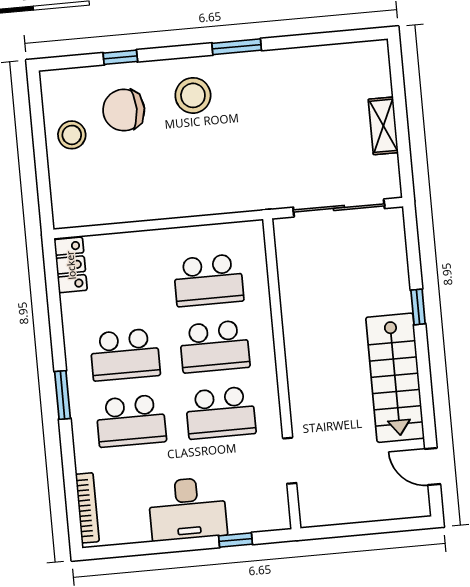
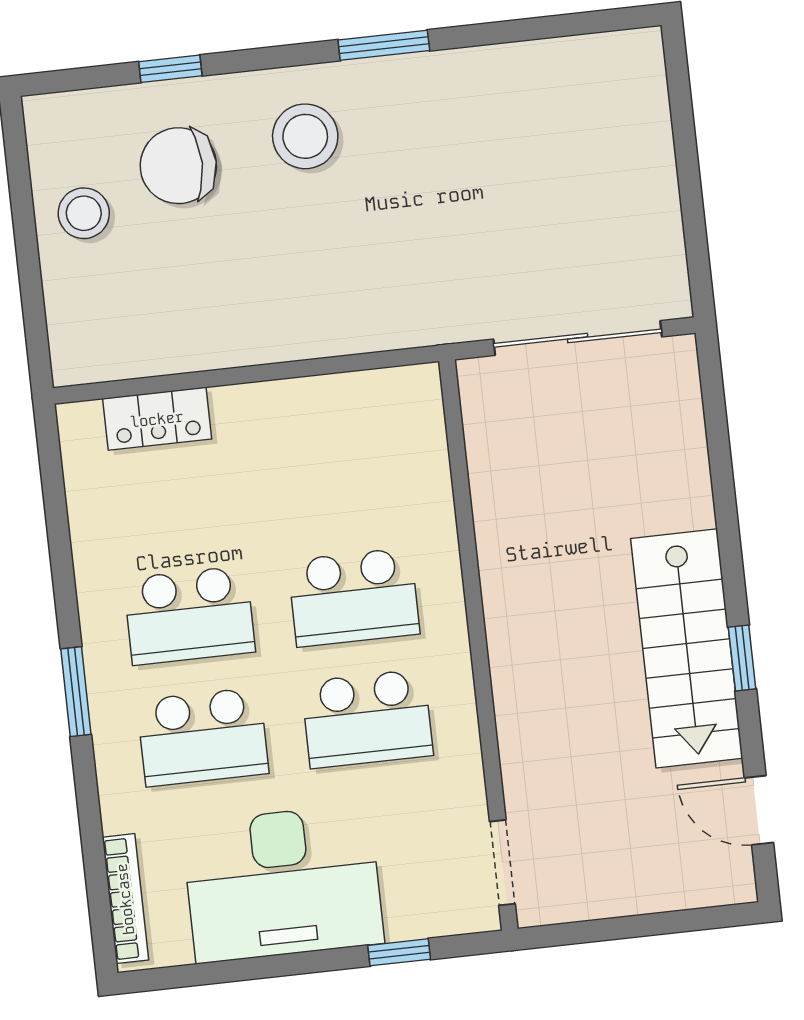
shelving: (383, 126) -> (656, 186), removed
locker: (71, 265) -> (157, 419), moved, turned 90
school desk: (209, 280) -> (340, 476), removed
window: (418, 307) -> (742, 658), moved
doorway: (290, 461) -> (502, 863), moved
desk: (188, 509) -> (283, 883), width x1.36, depth x1.30

